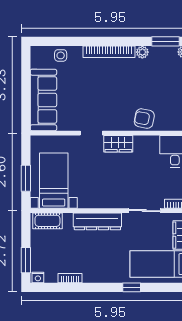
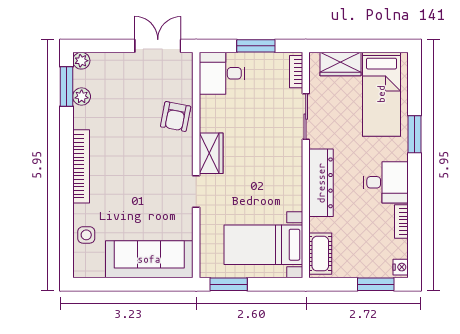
plant: (142, 52) -> (82, 96), moved
window: (26, 178) -> (229, 284), moved
desk: (98, 267) -> (386, 182), added
window: (132, 287) -> (414, 134), width x1.50

